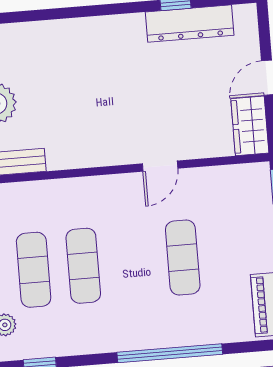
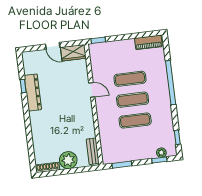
dresser: (190, 24) -> (33, 92), moved
exercise mat: (34, 270) -> (133, 100), moved

